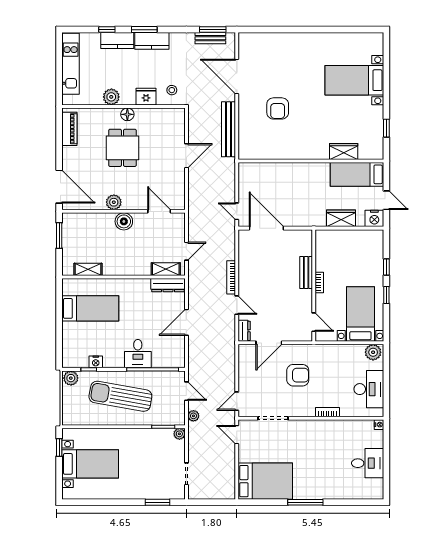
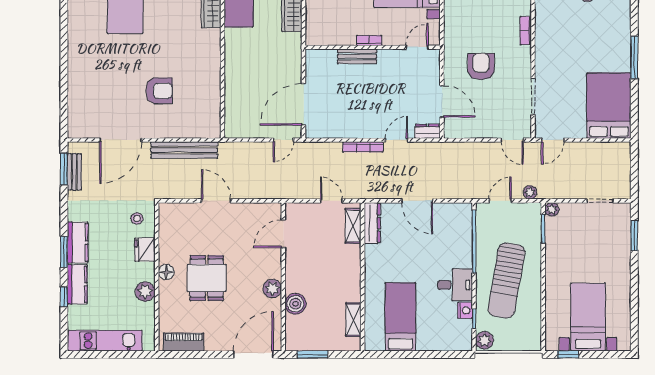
dining table: (122, 148) -> (207, 278), turned 90
boiler: (124, 221) -> (295, 304), moved
desk: (138, 354) -> (455, 285), moved

